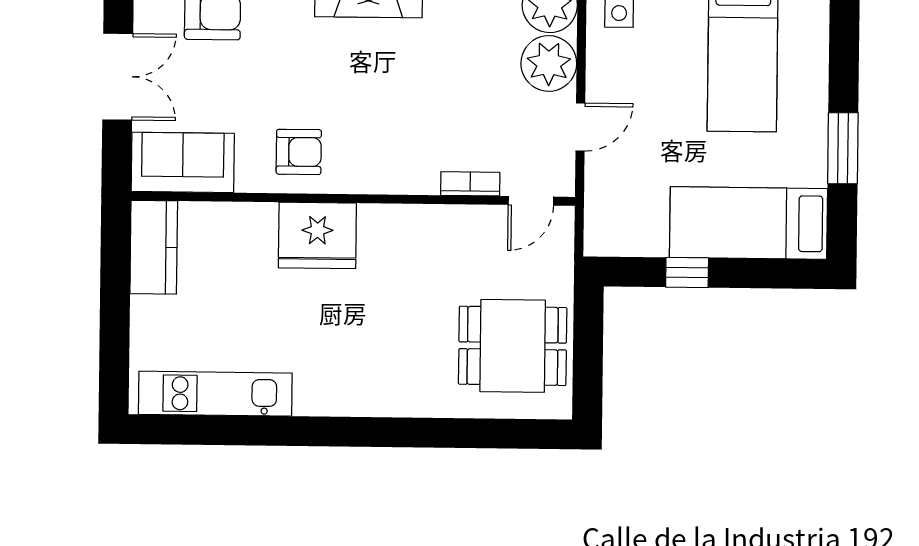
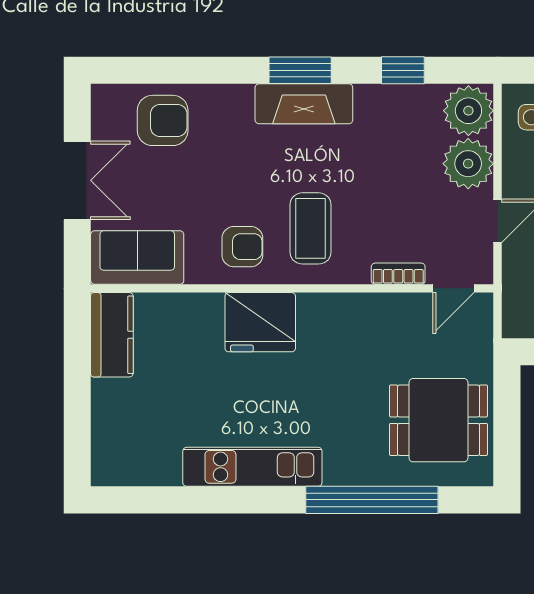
coffee table: (374, 133) -> (311, 228), added
kitchen unit: (215, 394) -> (252, 467), moved
window: (438, 433) -> (372, 500), added

